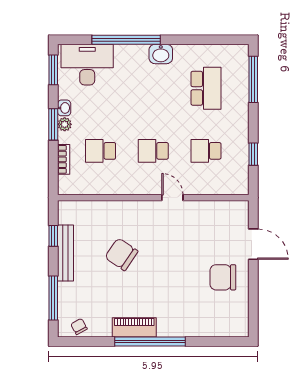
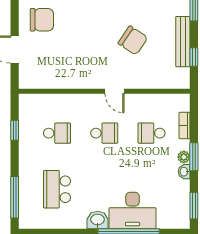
desk: (87, 65) -> (133, 211), moved
school desk: (101, 151) -> (151, 133), turned 180
door: (172, 198) -> (115, 91), moved

